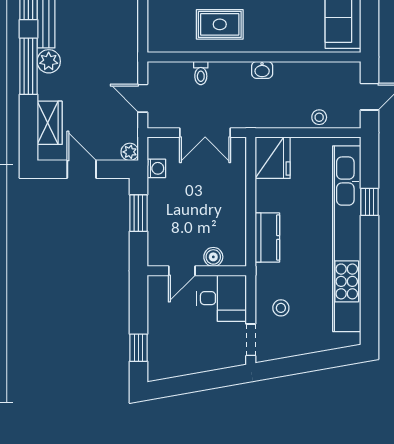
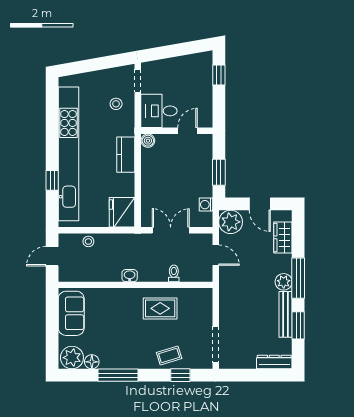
plant: (130, 152) -> (231, 222), width x1.88, depth x1.88
boiler: (213, 257) -> (148, 141), moved

